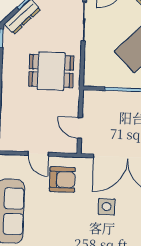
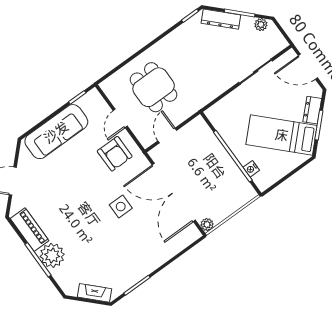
dining table: (51, 71) -> (154, 87), moved

